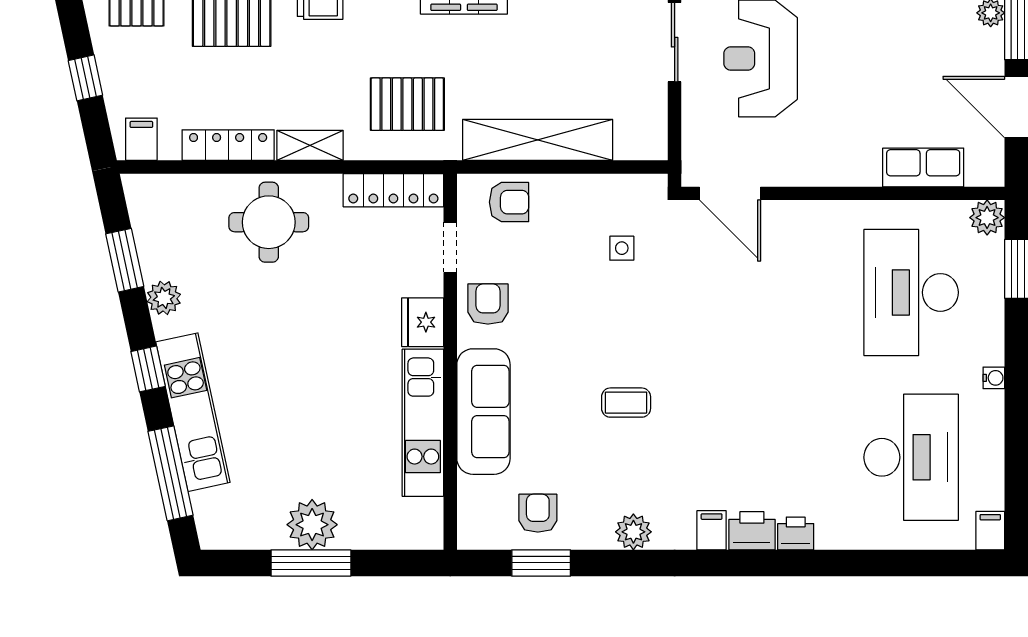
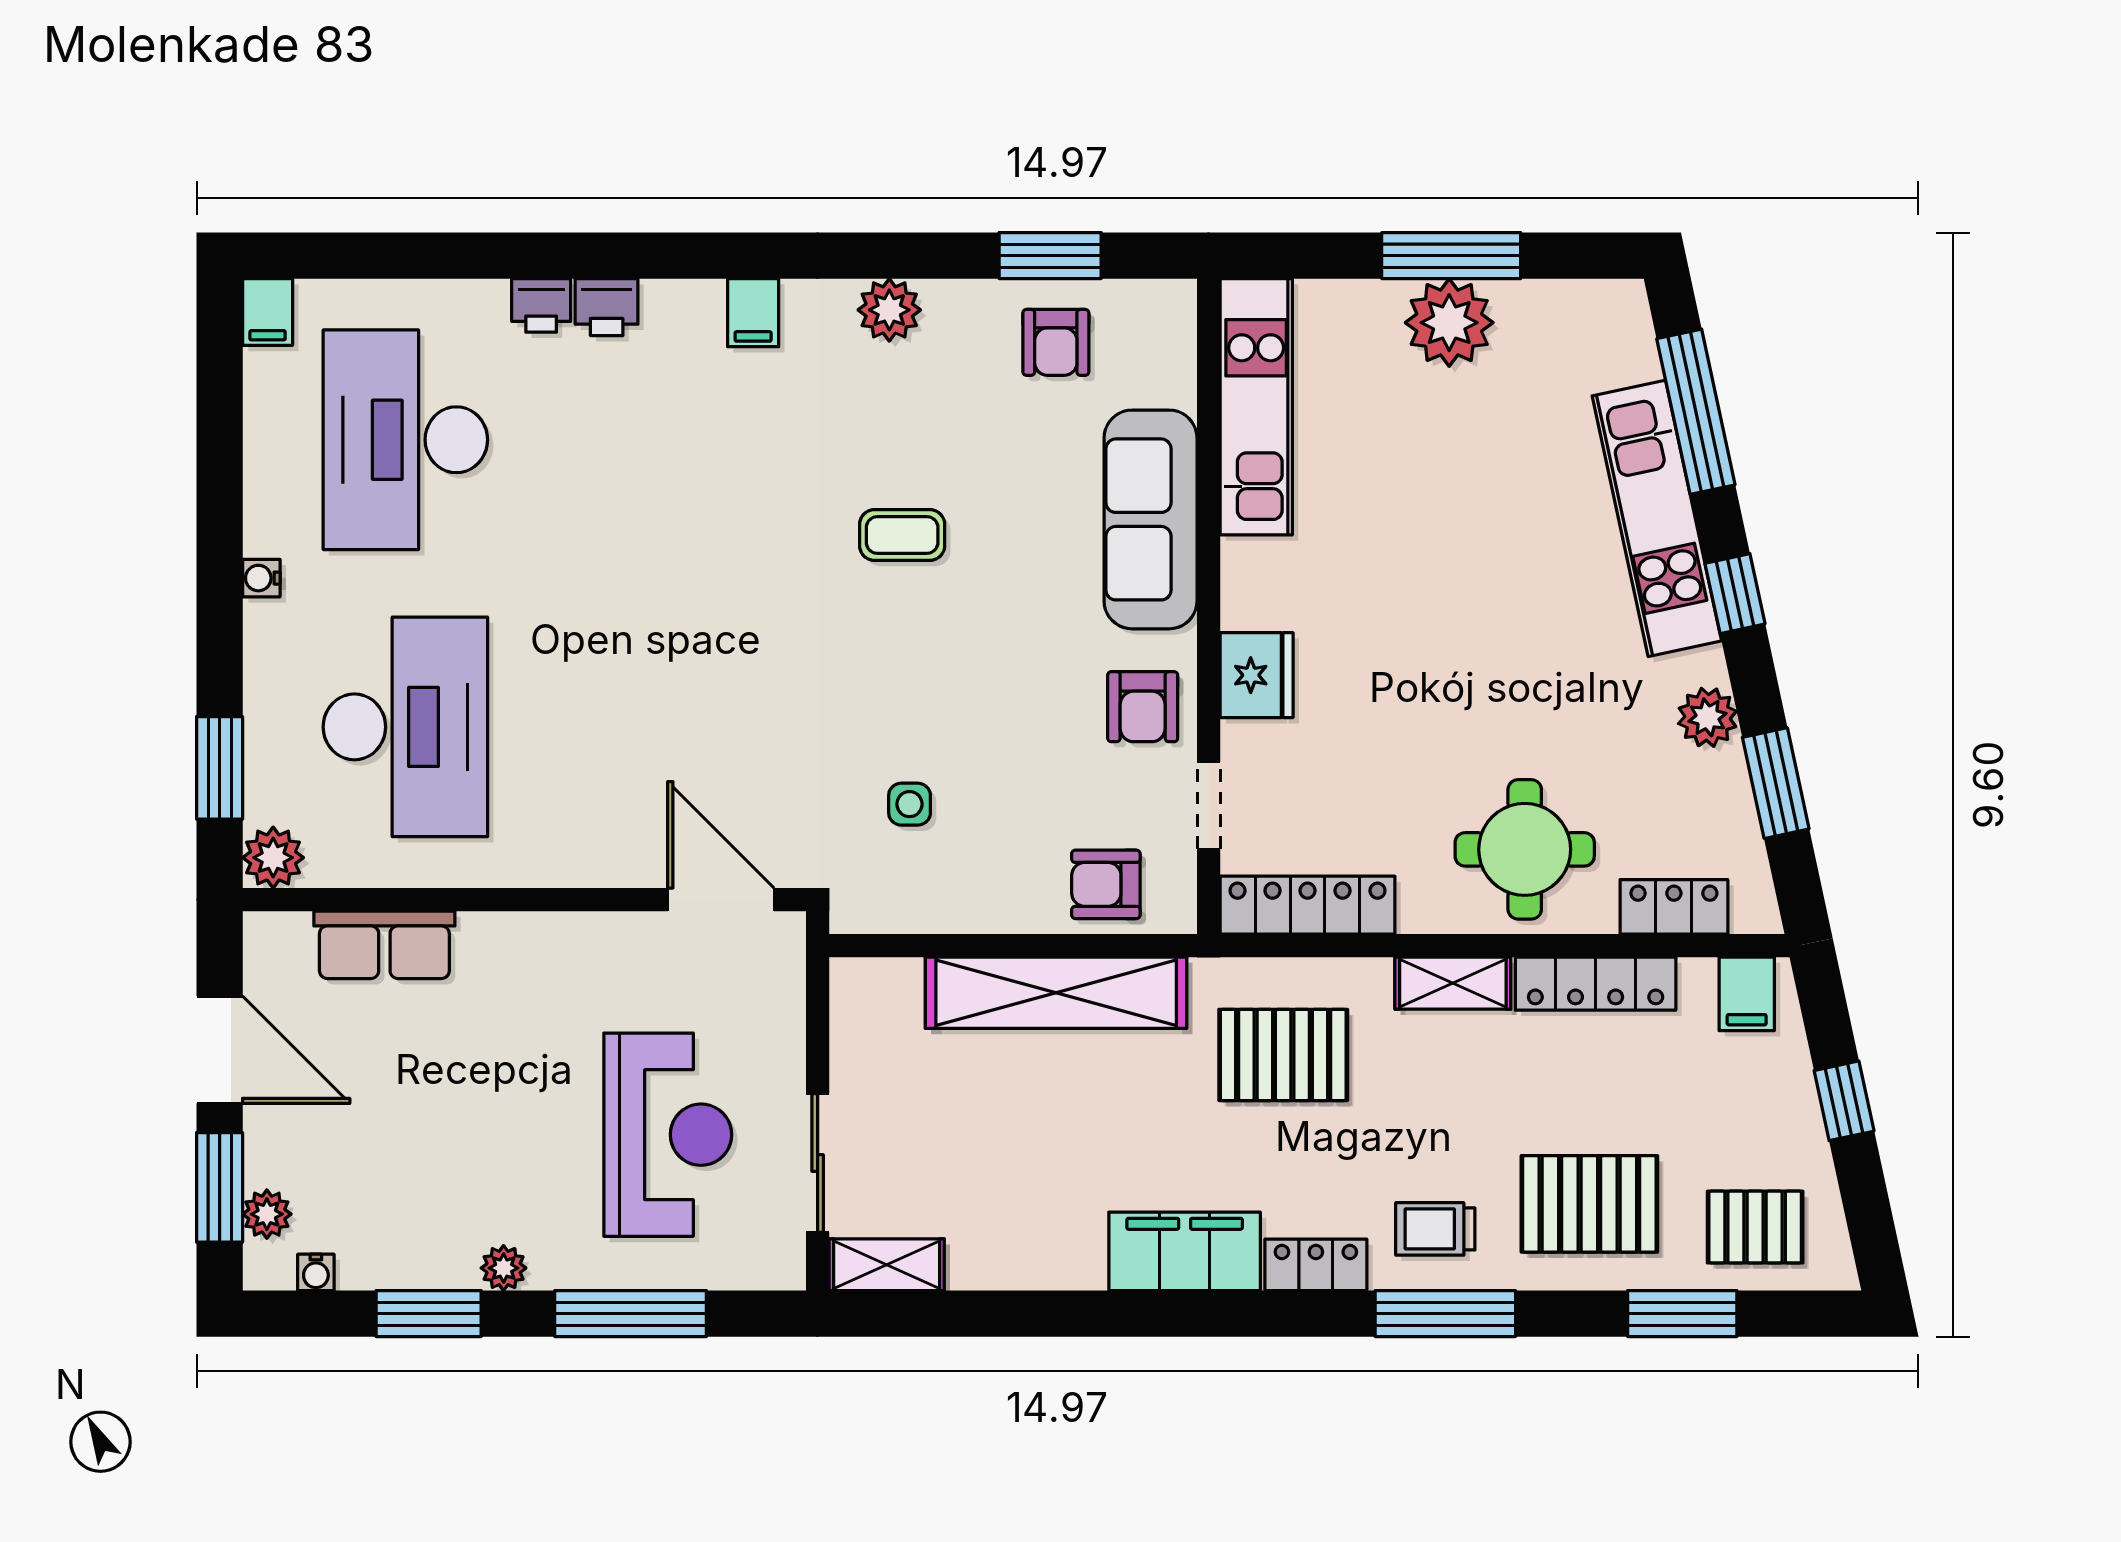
locker: (183, 189) -> (1674, 907), added
kitchen unit: (423, 423) -> (1256, 407), moved
printer: (752, 531) -> (541, 305), moved, width x0.73, depth x0.81

